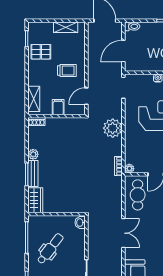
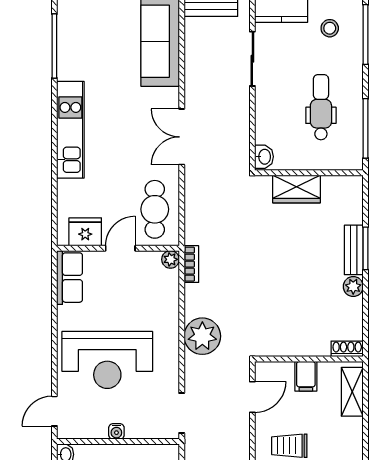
wardrobe: (35, 200) -> (297, 189), moved, turned -90
dental chair: (50, 249) -> (321, 107), turned 142

